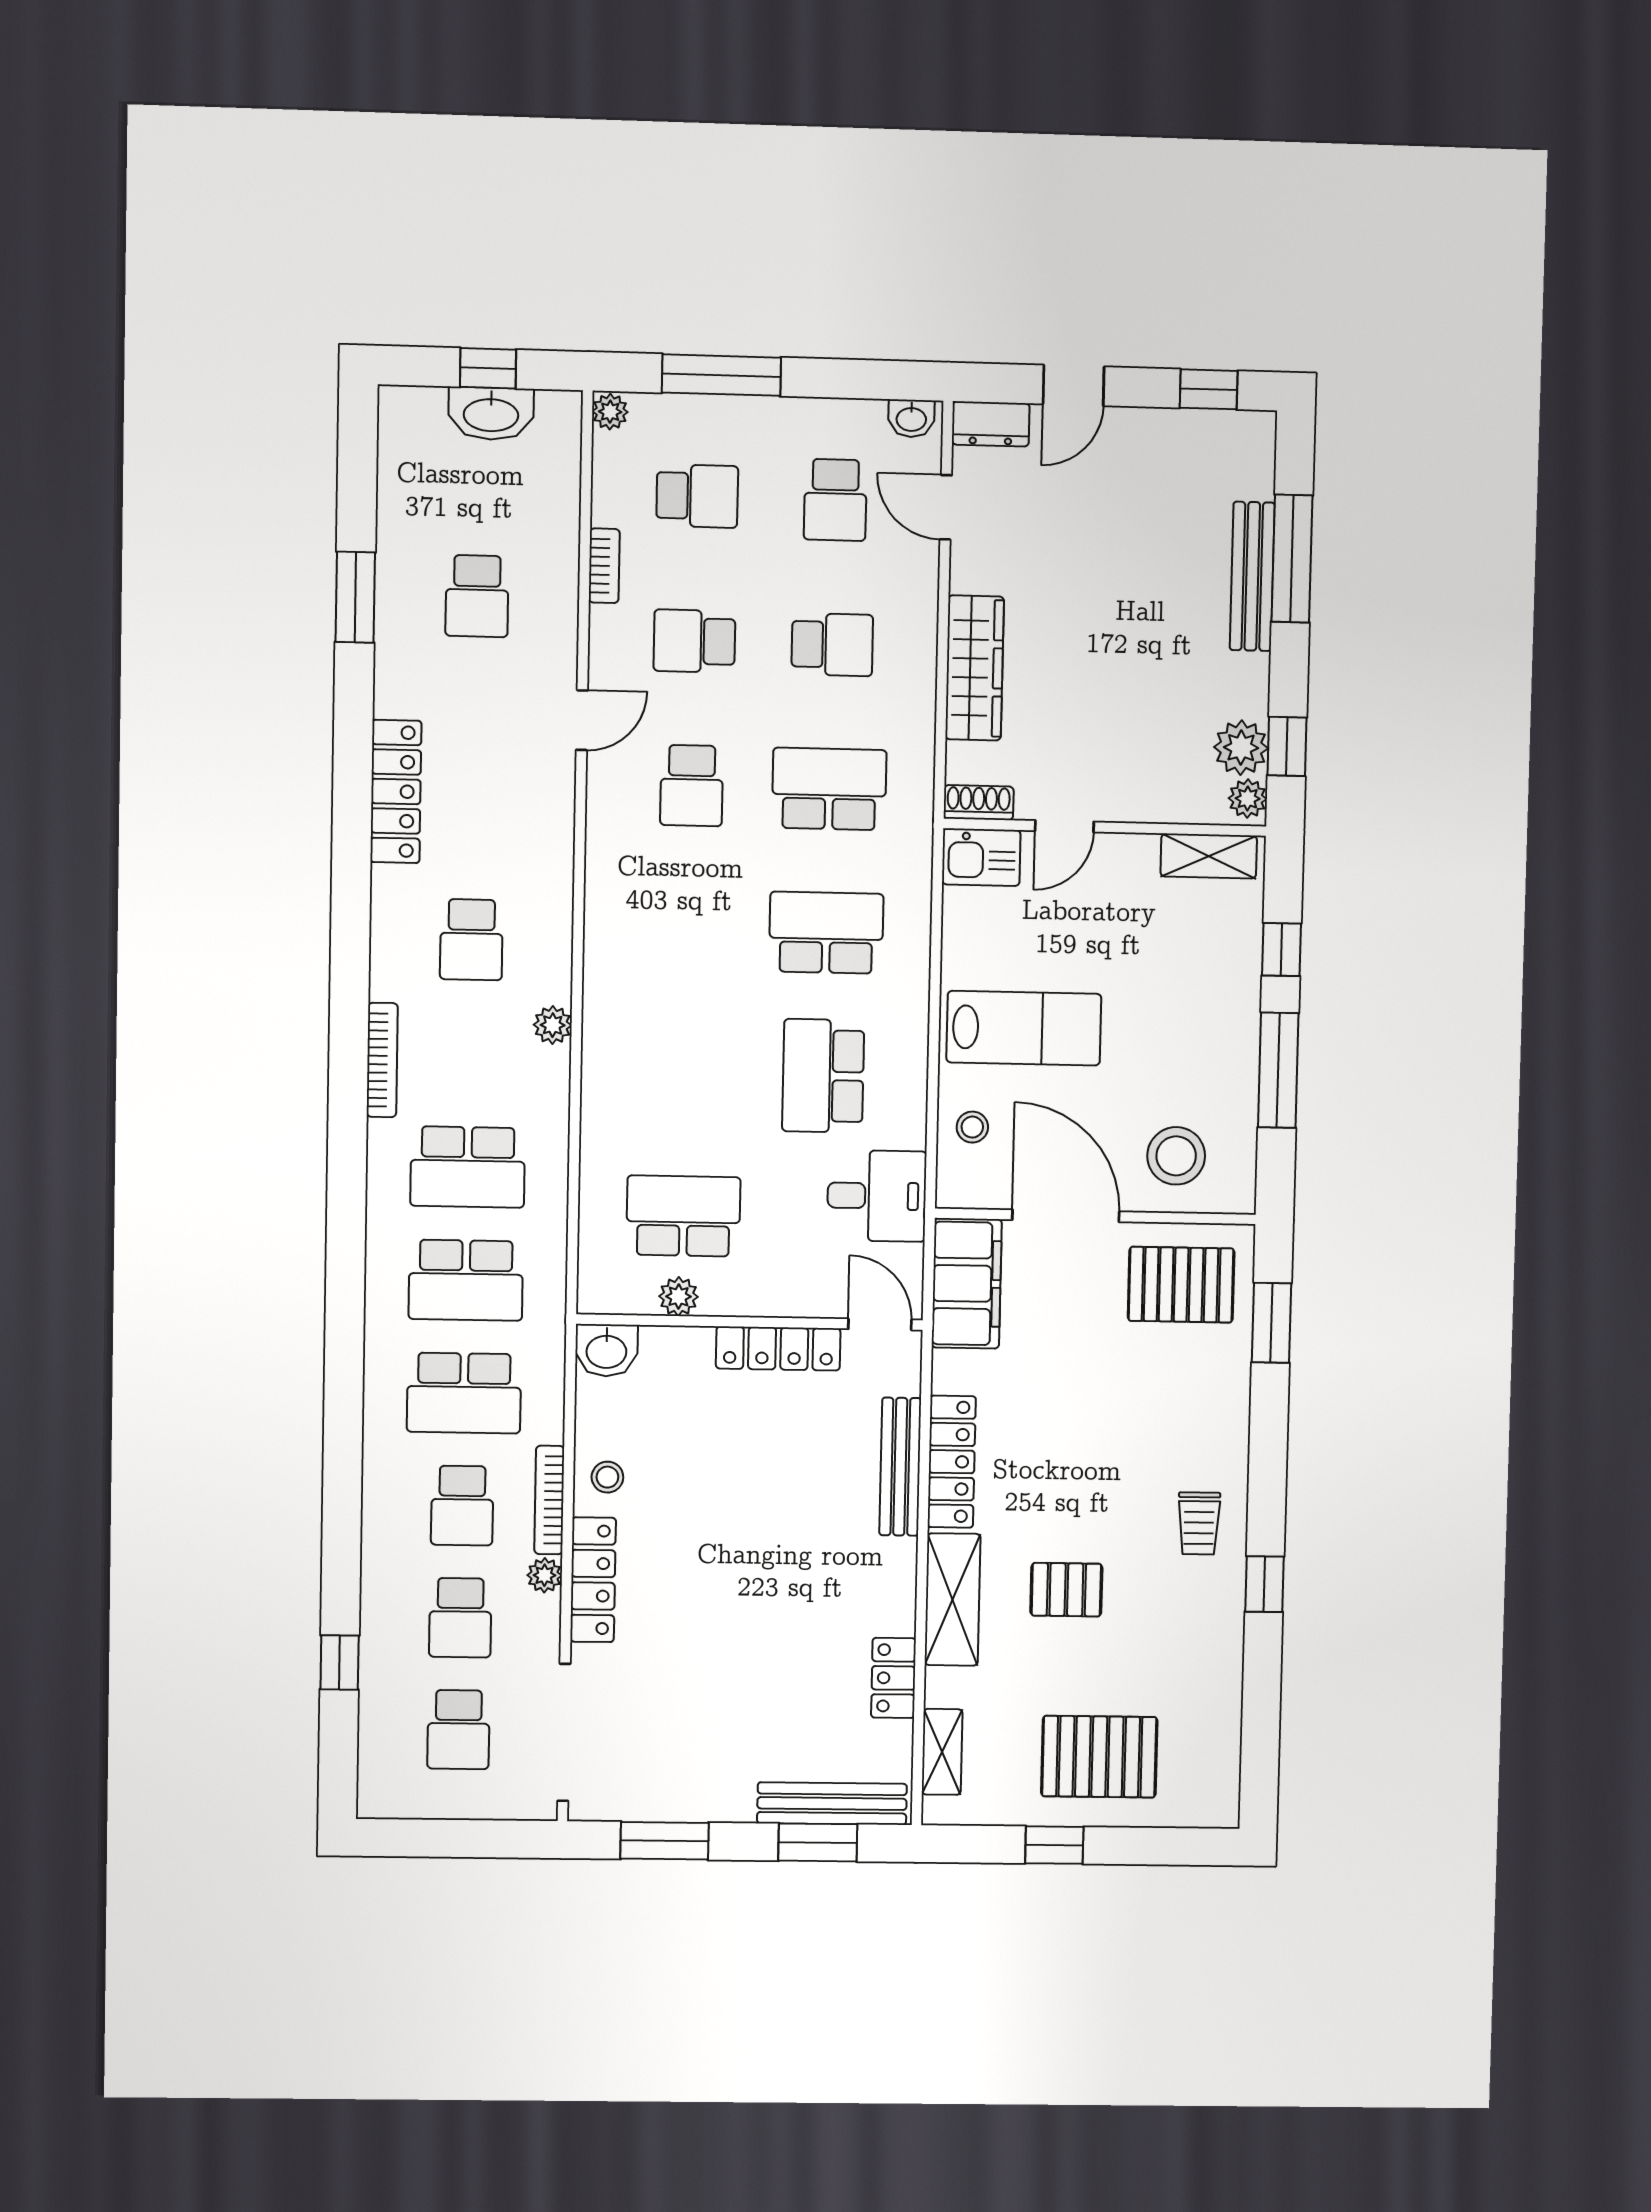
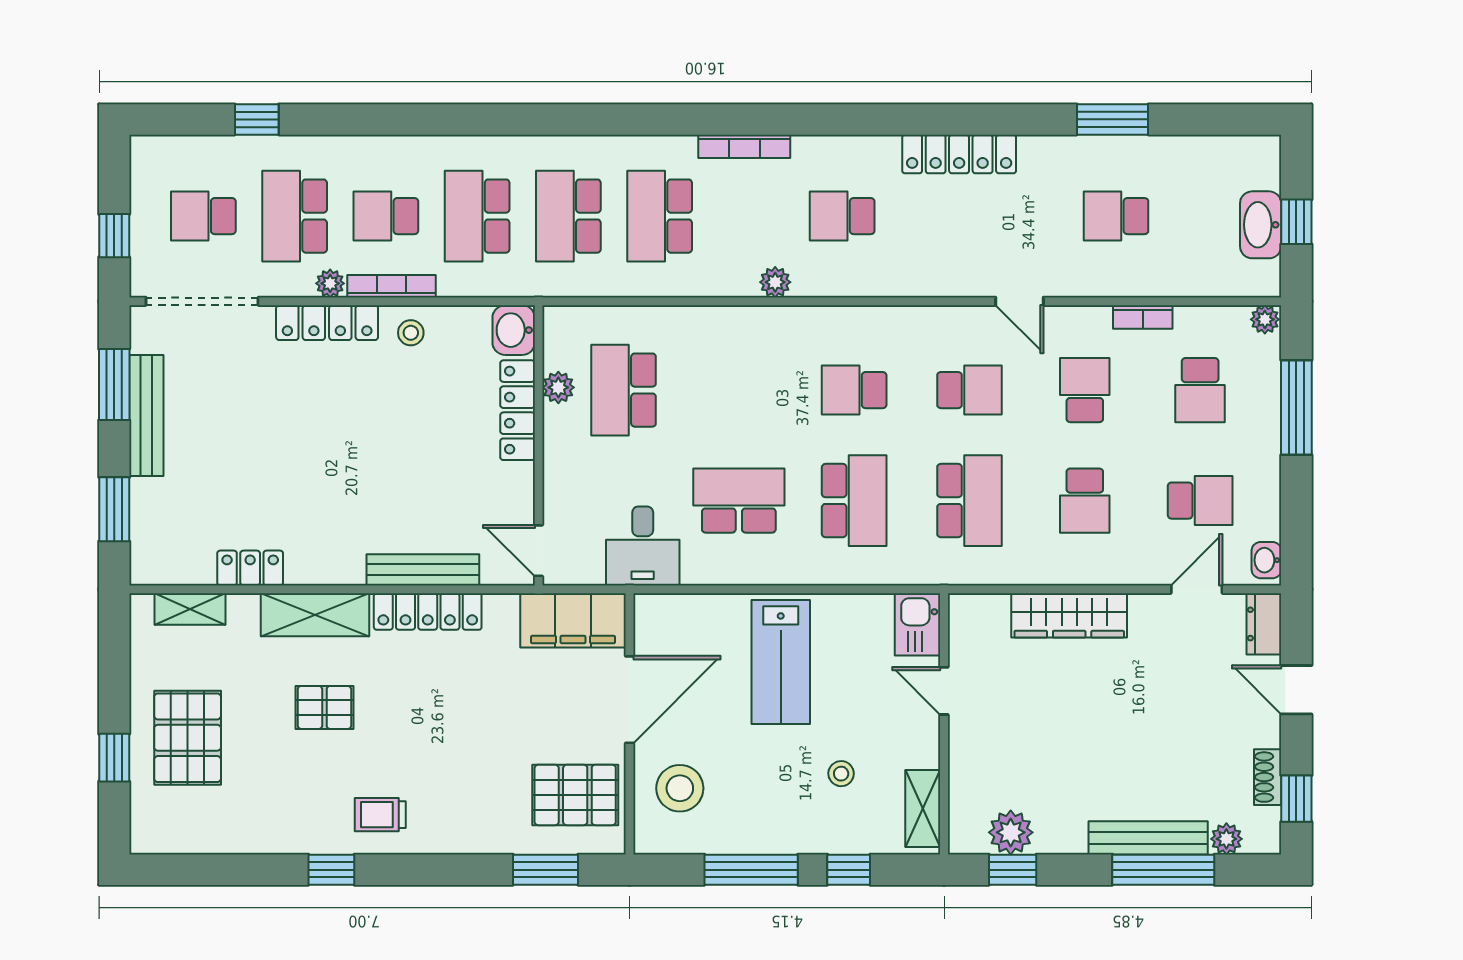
school desk: (835, 500) -> (1200, 501), turned 180
school desk: (692, 786) -> (969, 390), turned 180
plant: (1248, 799) -> (1226, 839), moved
shoe rack: (979, 803) -> (1268, 777), moved, turned 180
school desk: (689, 930) -> (854, 390), added
stool: (972, 1127) -> (841, 774), moved
school desk: (683, 1216) -> (624, 390), turned 180
pallet: (1181, 1285) -> (575, 795), turned 90
door: (880, 1324) -> (539, 551), swing flipped
locker: (778, 1348) -> (518, 410), moved
pallet: (1066, 1590) -> (324, 707), turned 90
school desk: (460, 1618) -> (295, 216), width x1.85
bench: (832, 1804) -> (146, 416), moved
window: (481, 1839) -> (114, 236), added
window: (1054, 1845) -> (114, 758), moved

